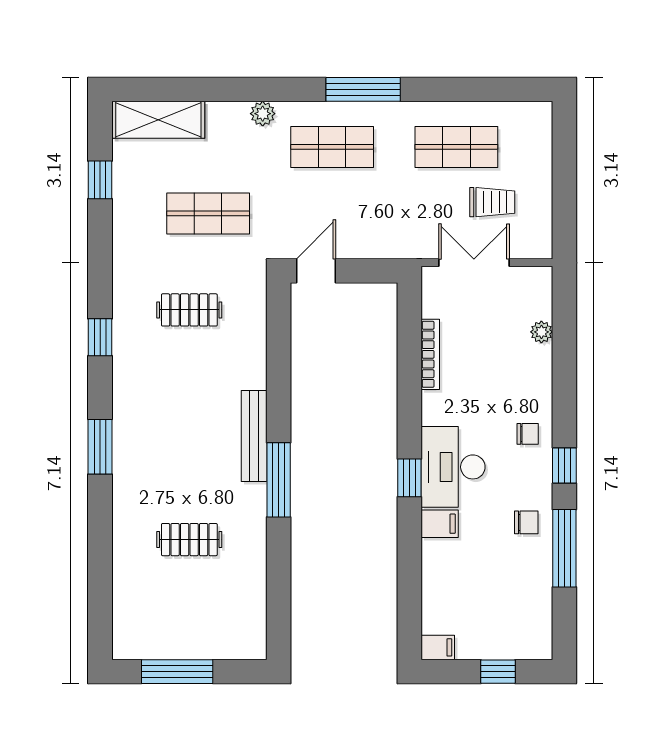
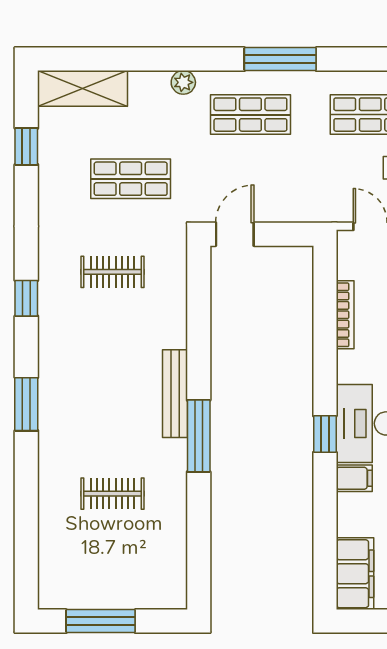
filing cabinet: (438, 647) -> (355, 574), width x3.00, depth x1.17

